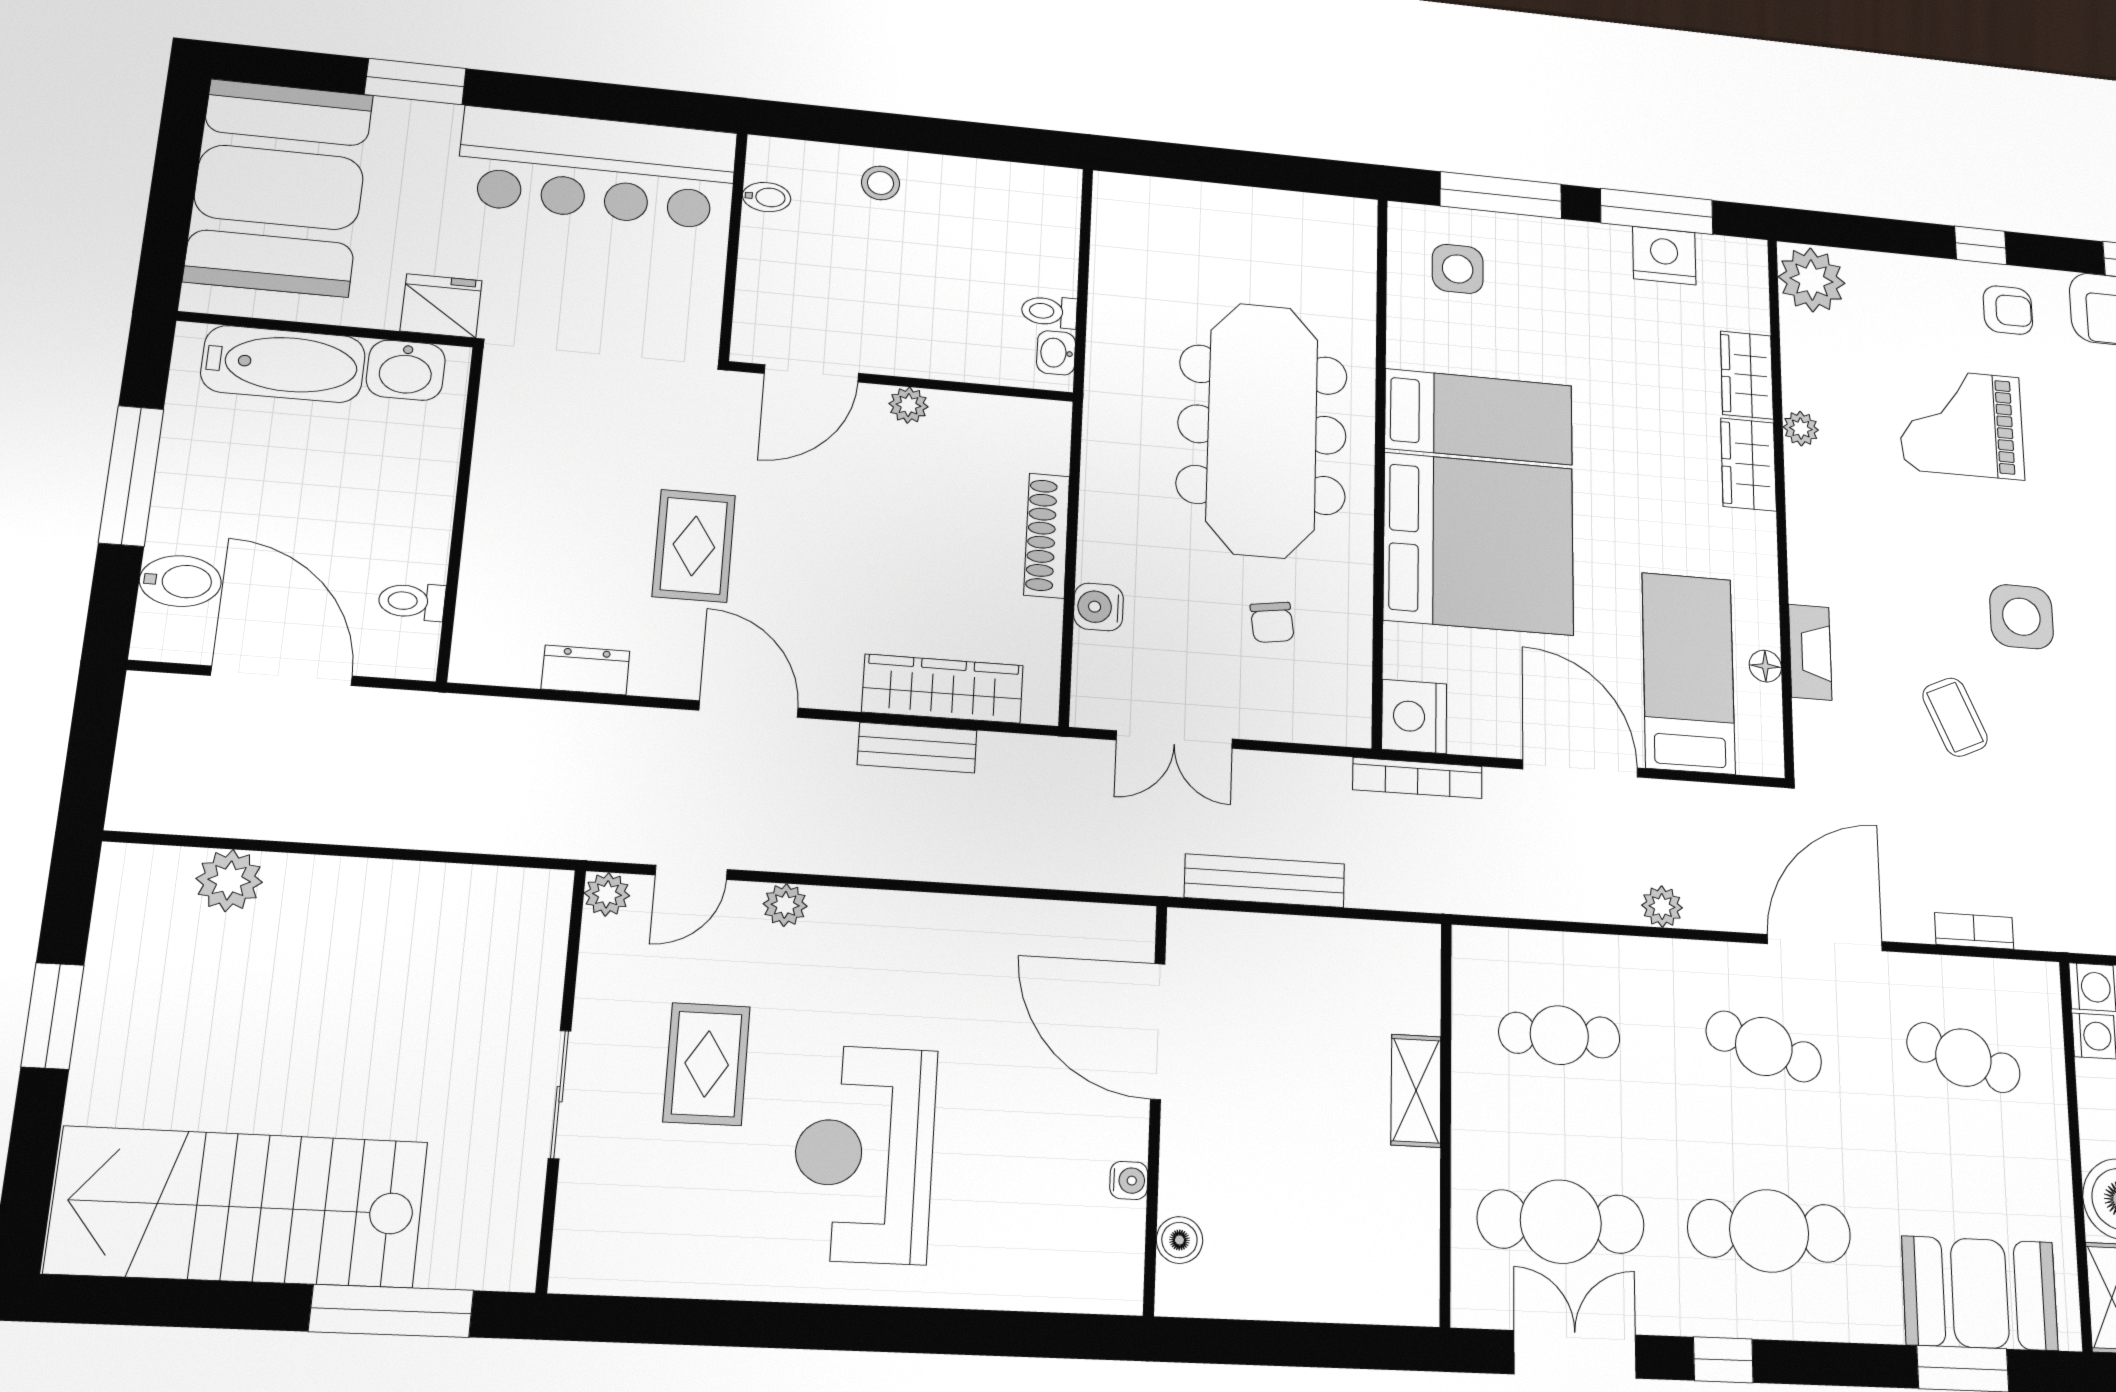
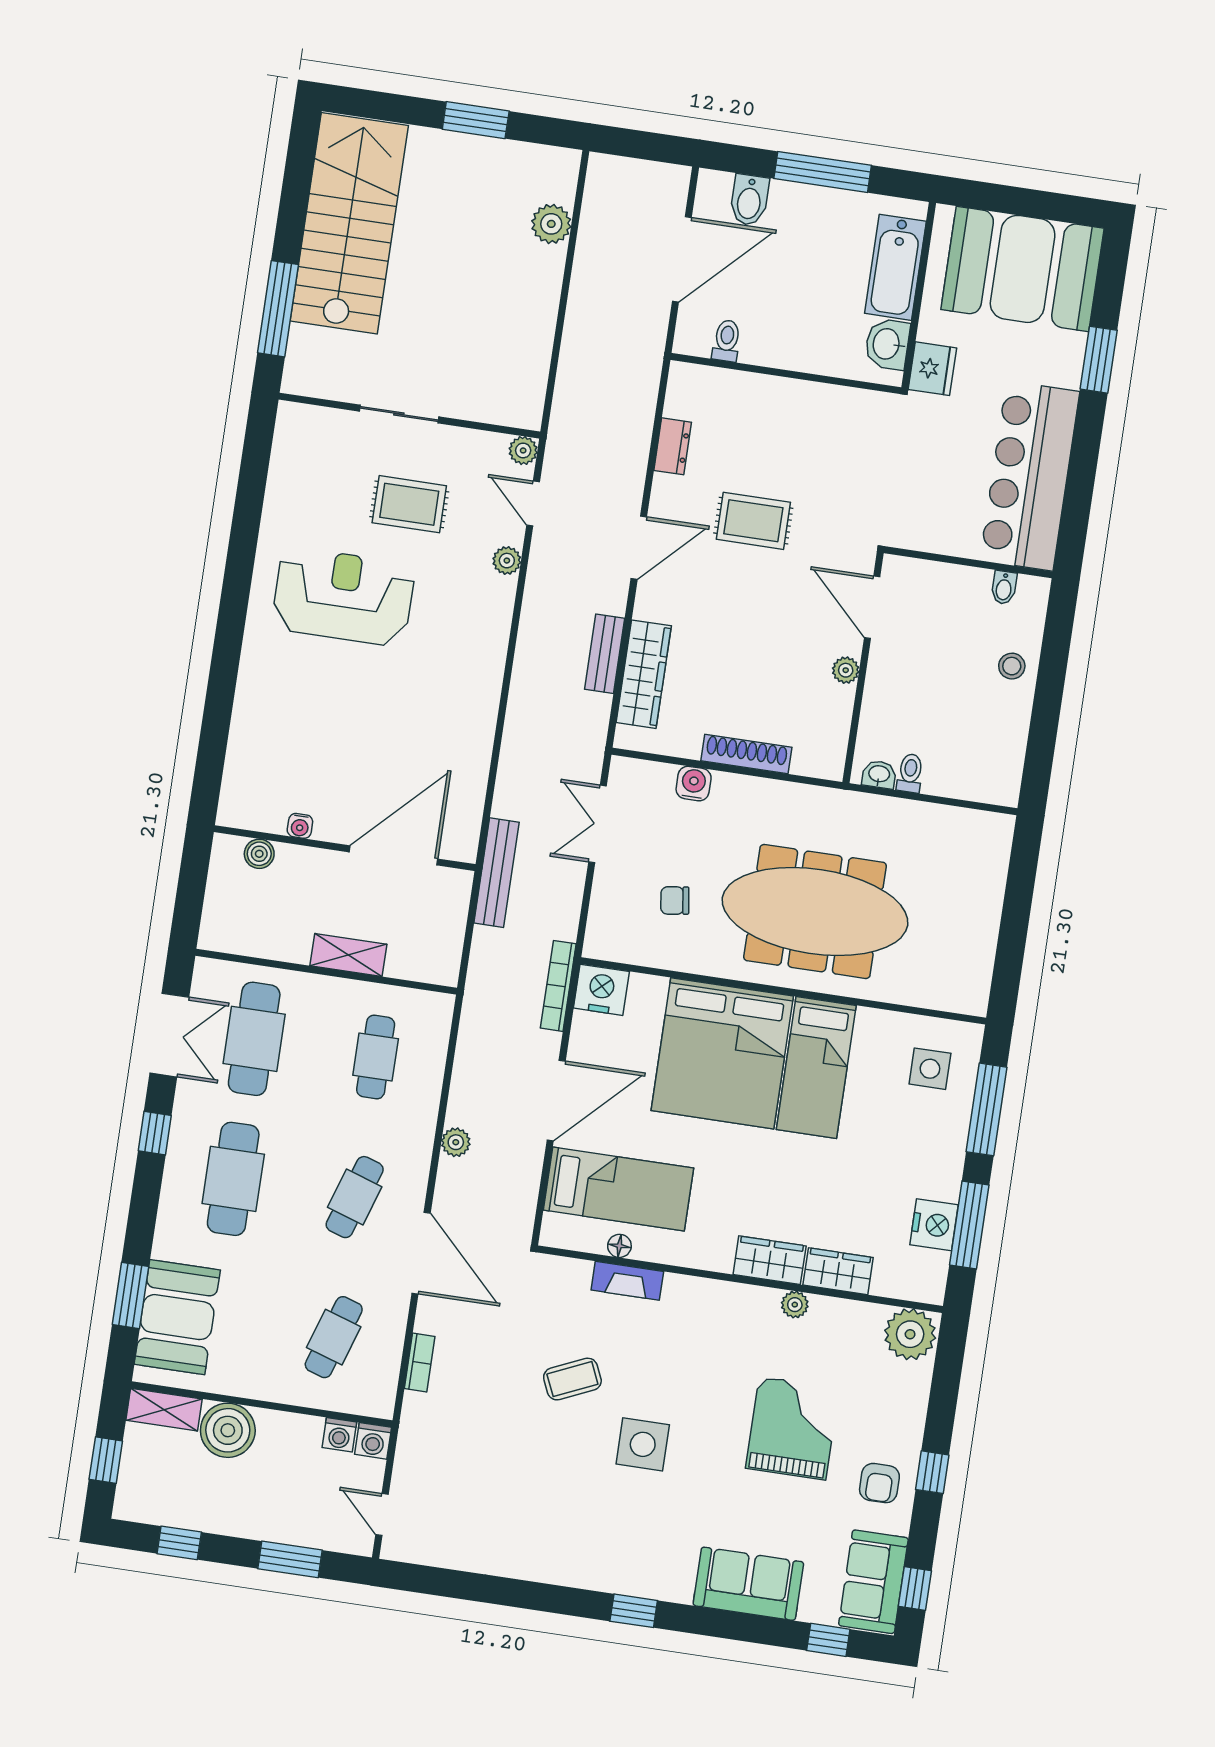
door: (1158, 1031) -> (393, 855), moved
wall: (1155, 1107) -> (345, 848), moved
water cooler: (1129, 1180) -> (300, 826), moved
boiler: (1179, 1240) -> (259, 854), moved

